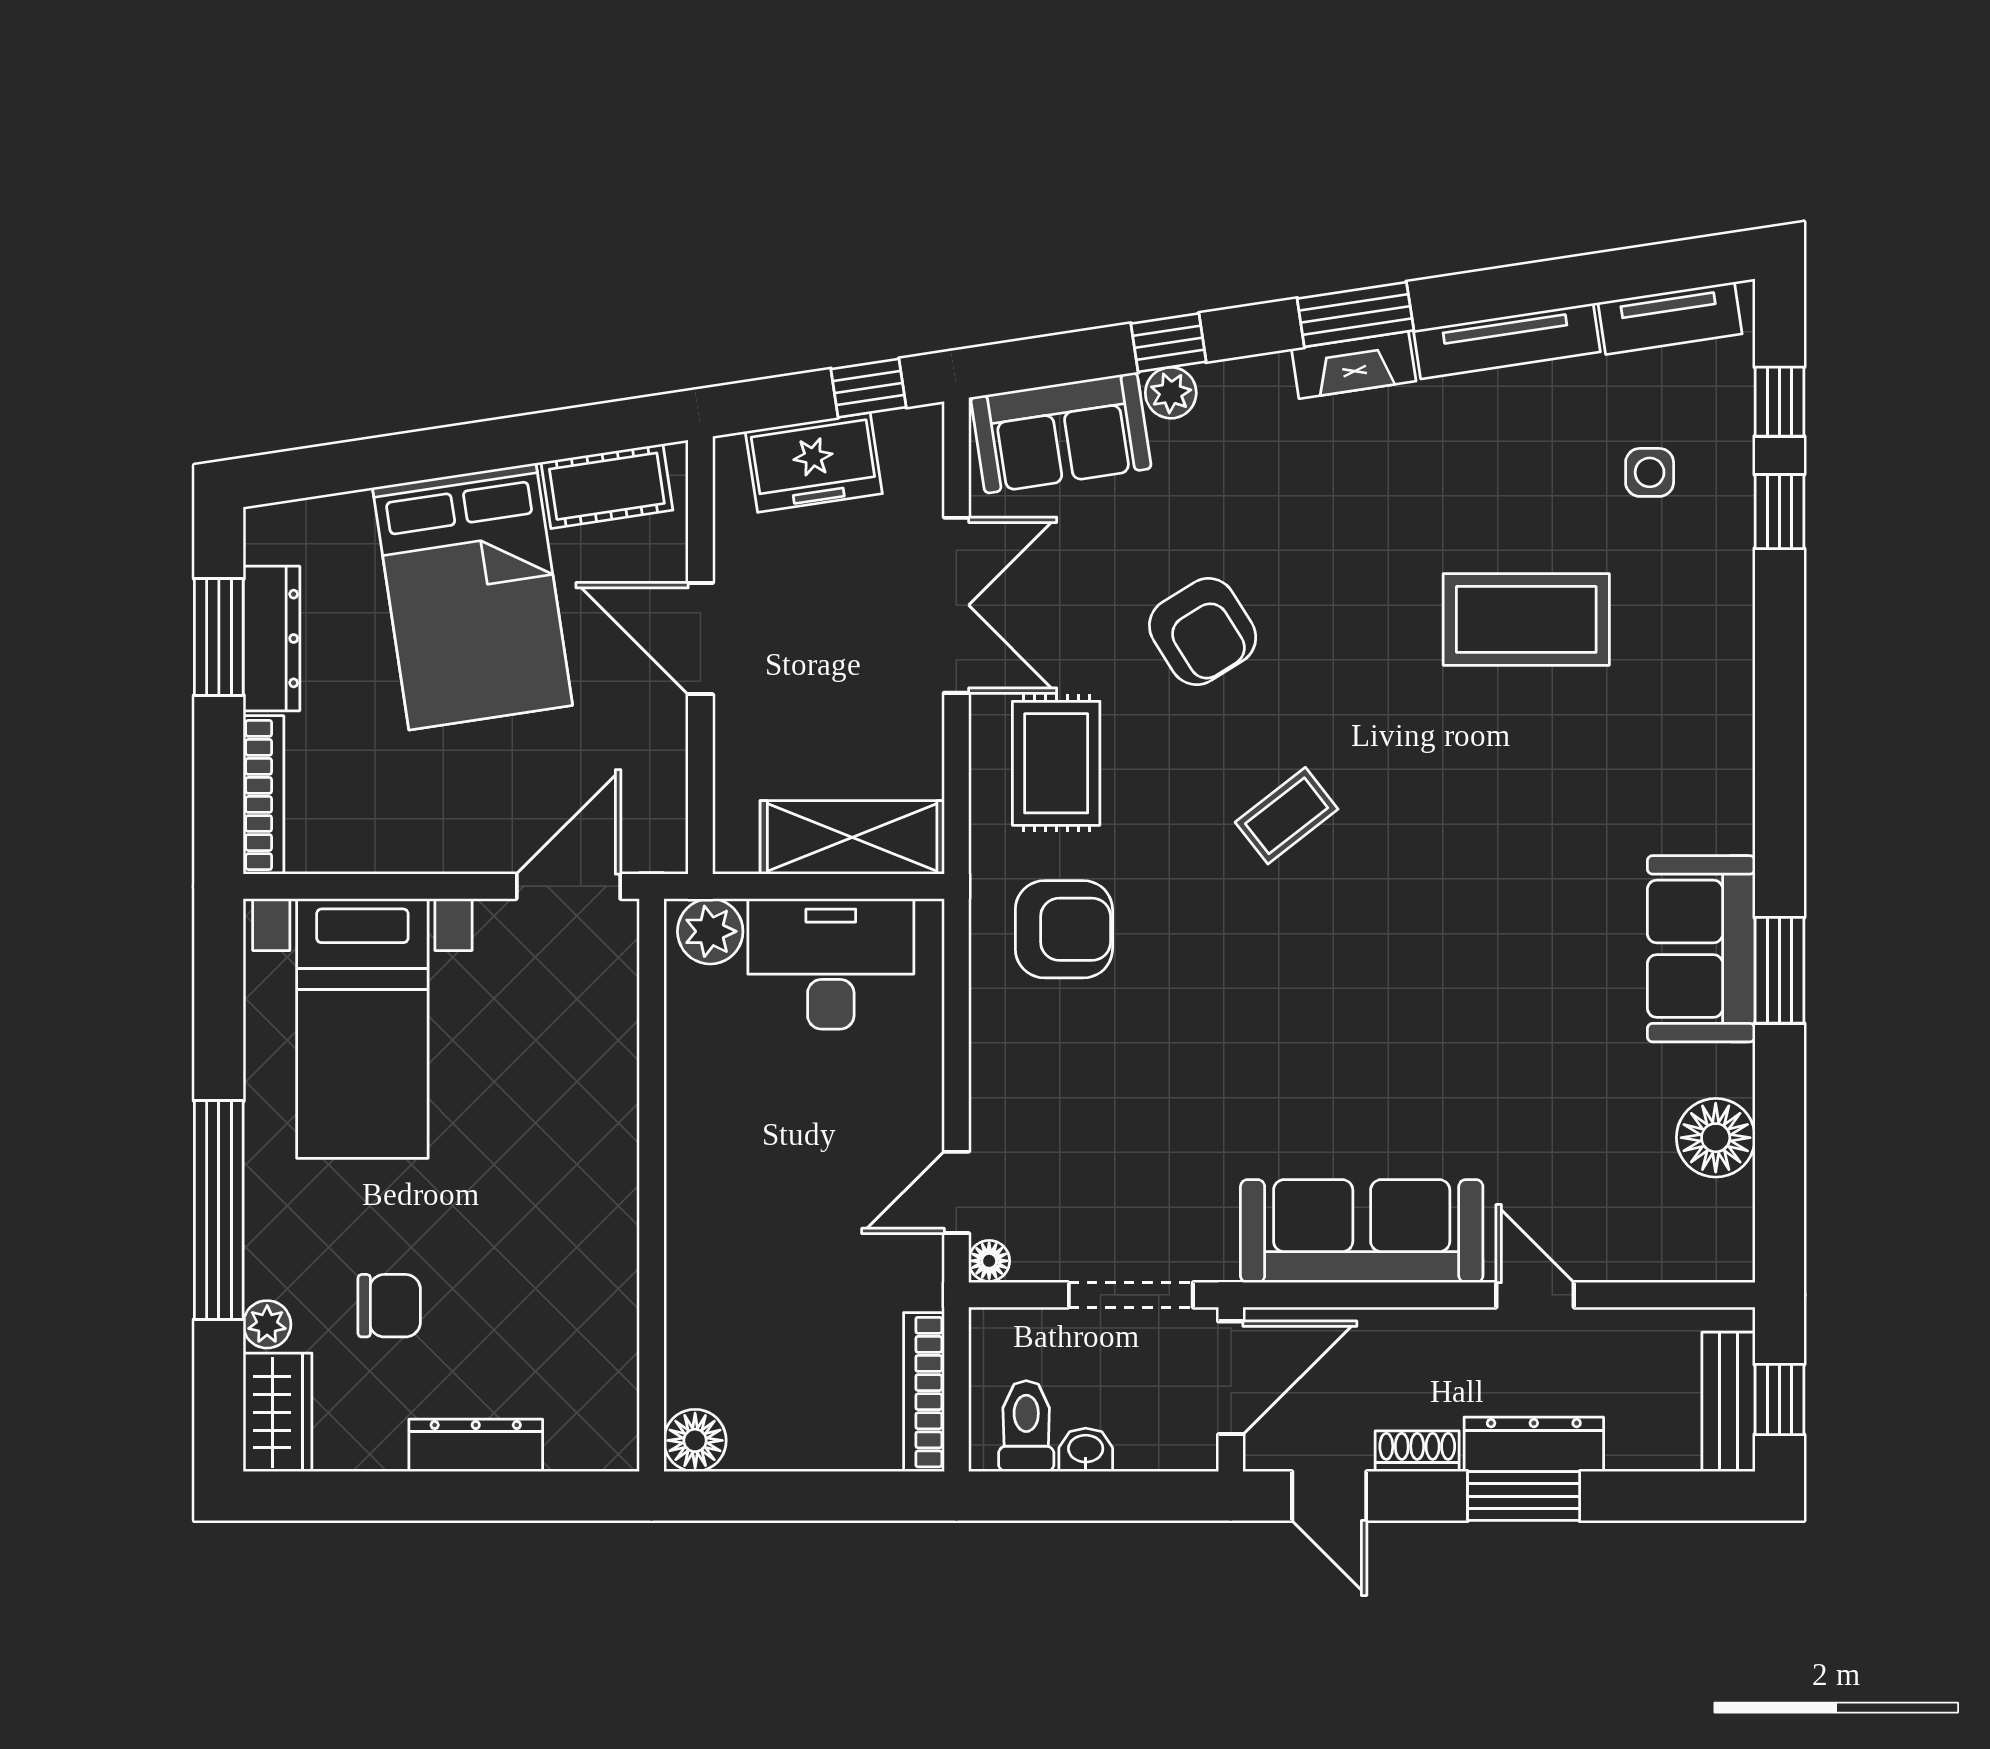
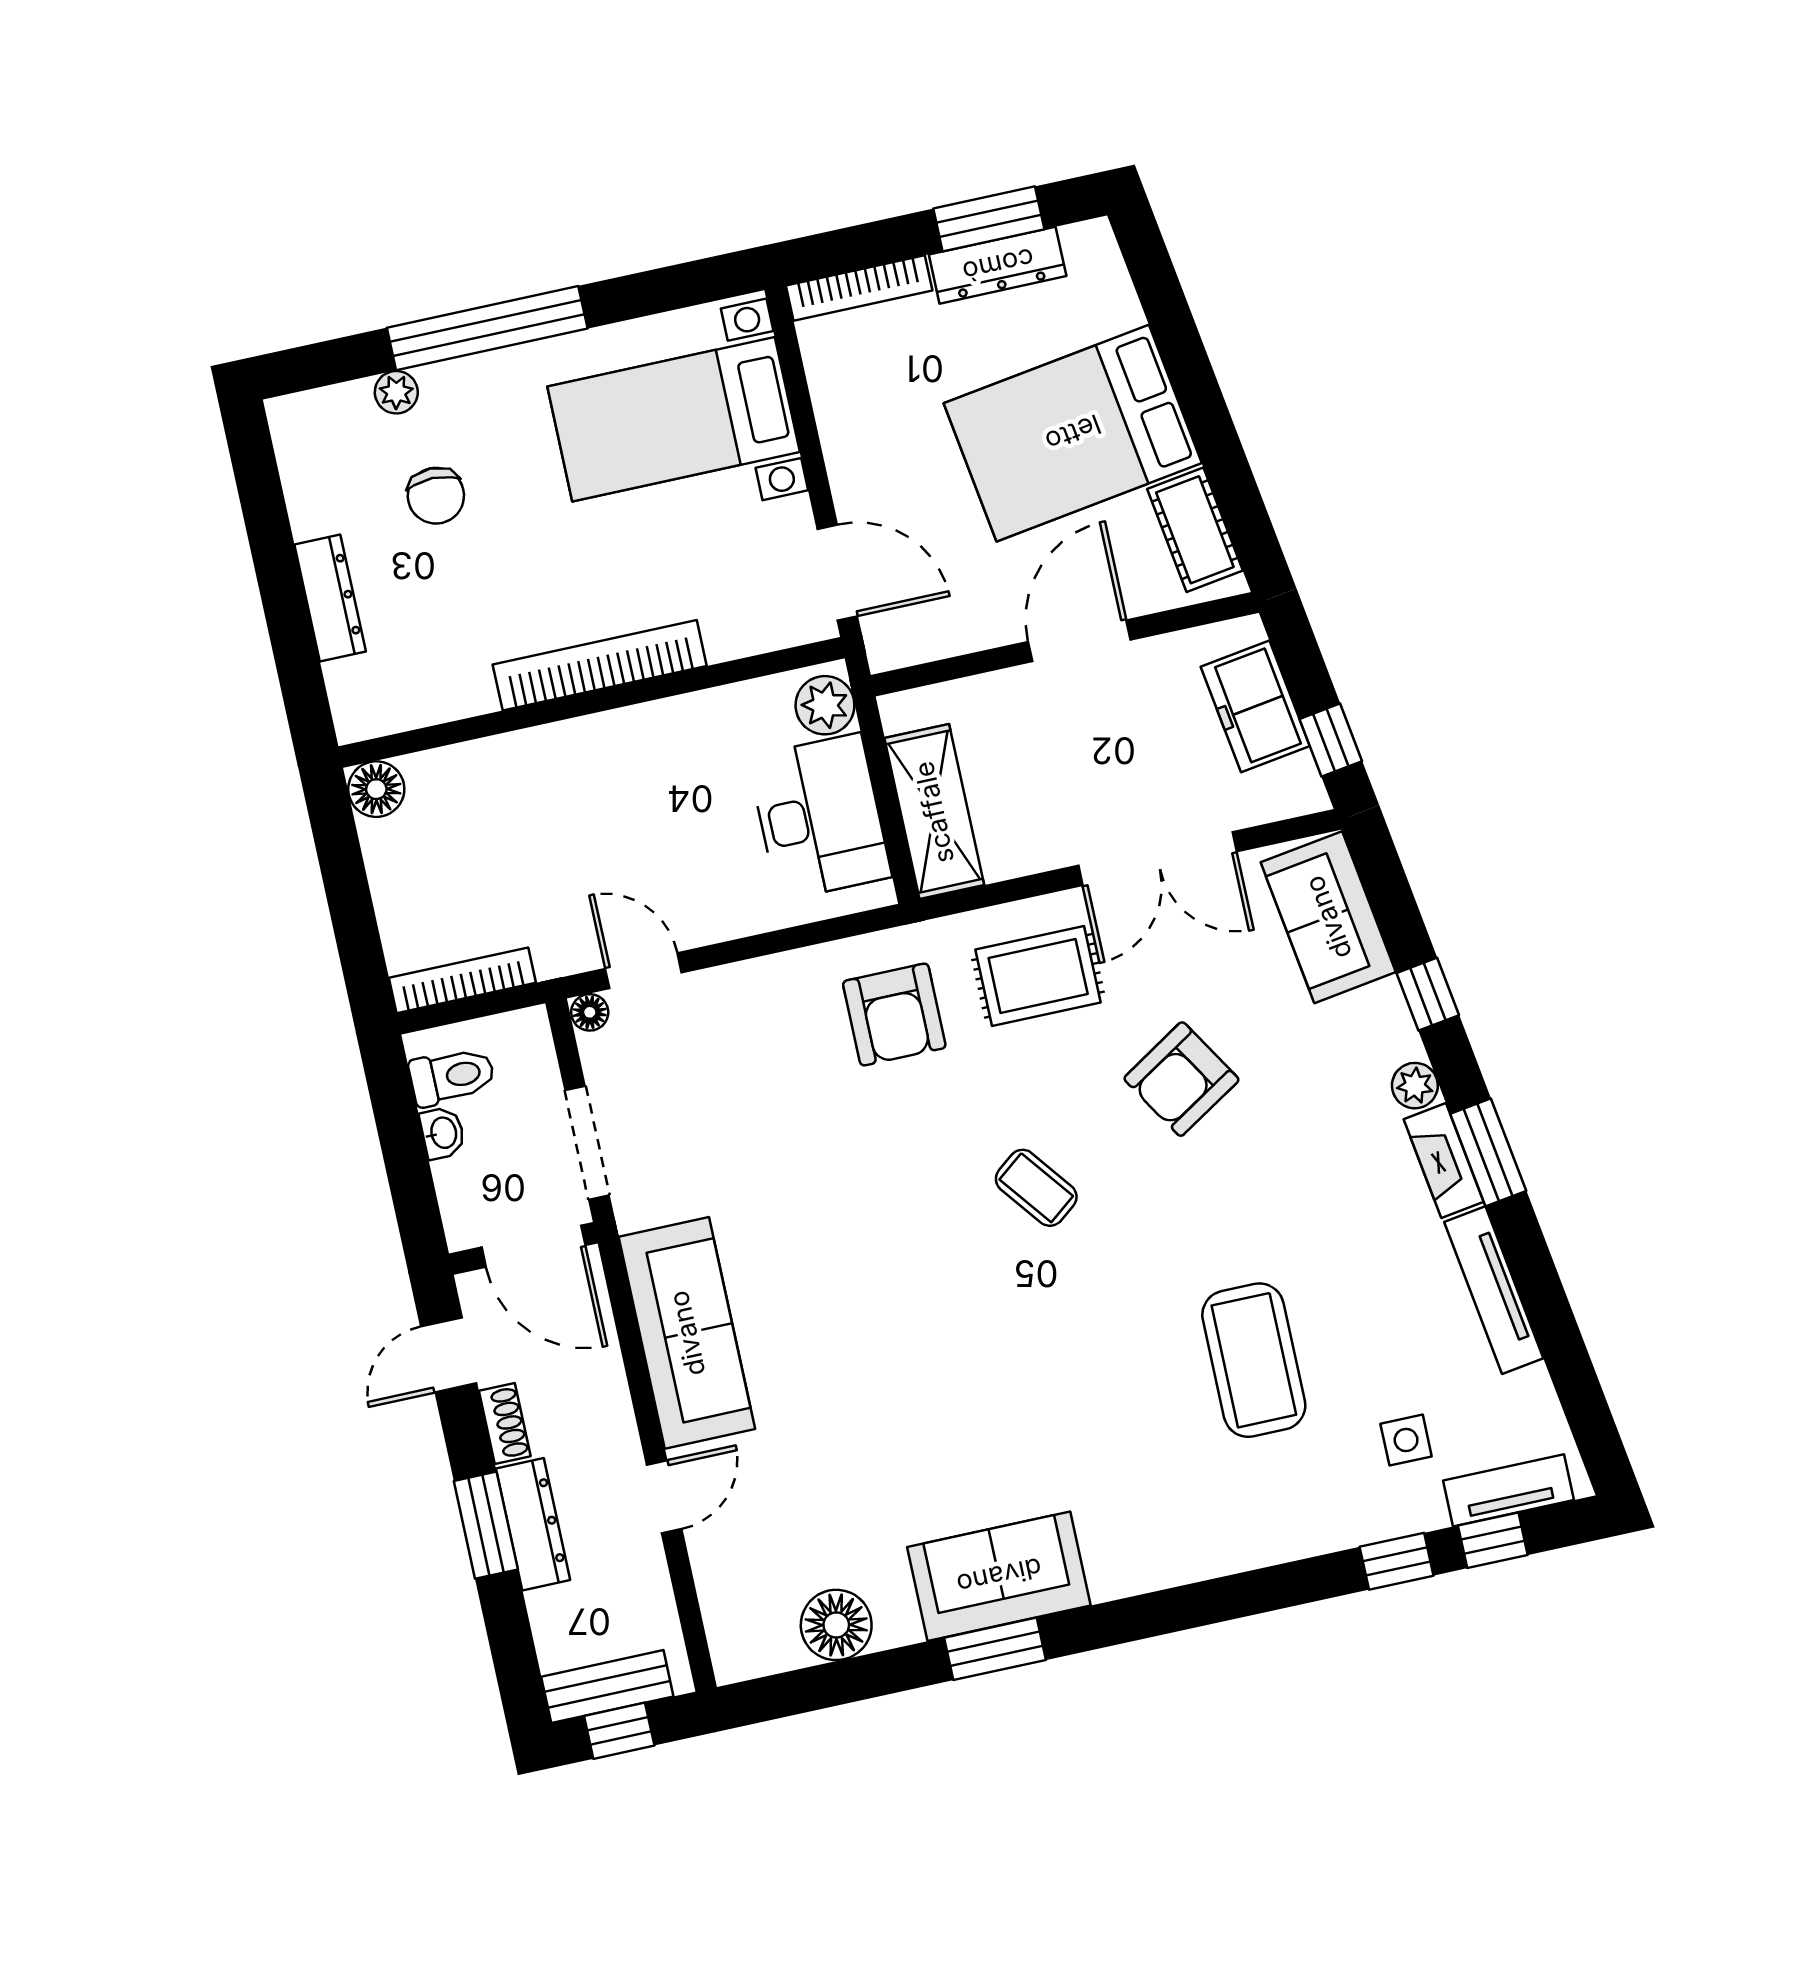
tv unit: (1670, 318) -> (1509, 1490), moved, turned 99
plant: (1171, 393) -> (1415, 1086), moved
bookcase: (613, 1167) -> (600, 665), added
wardrobe: (278, 1412) -> (321, 418), removed

